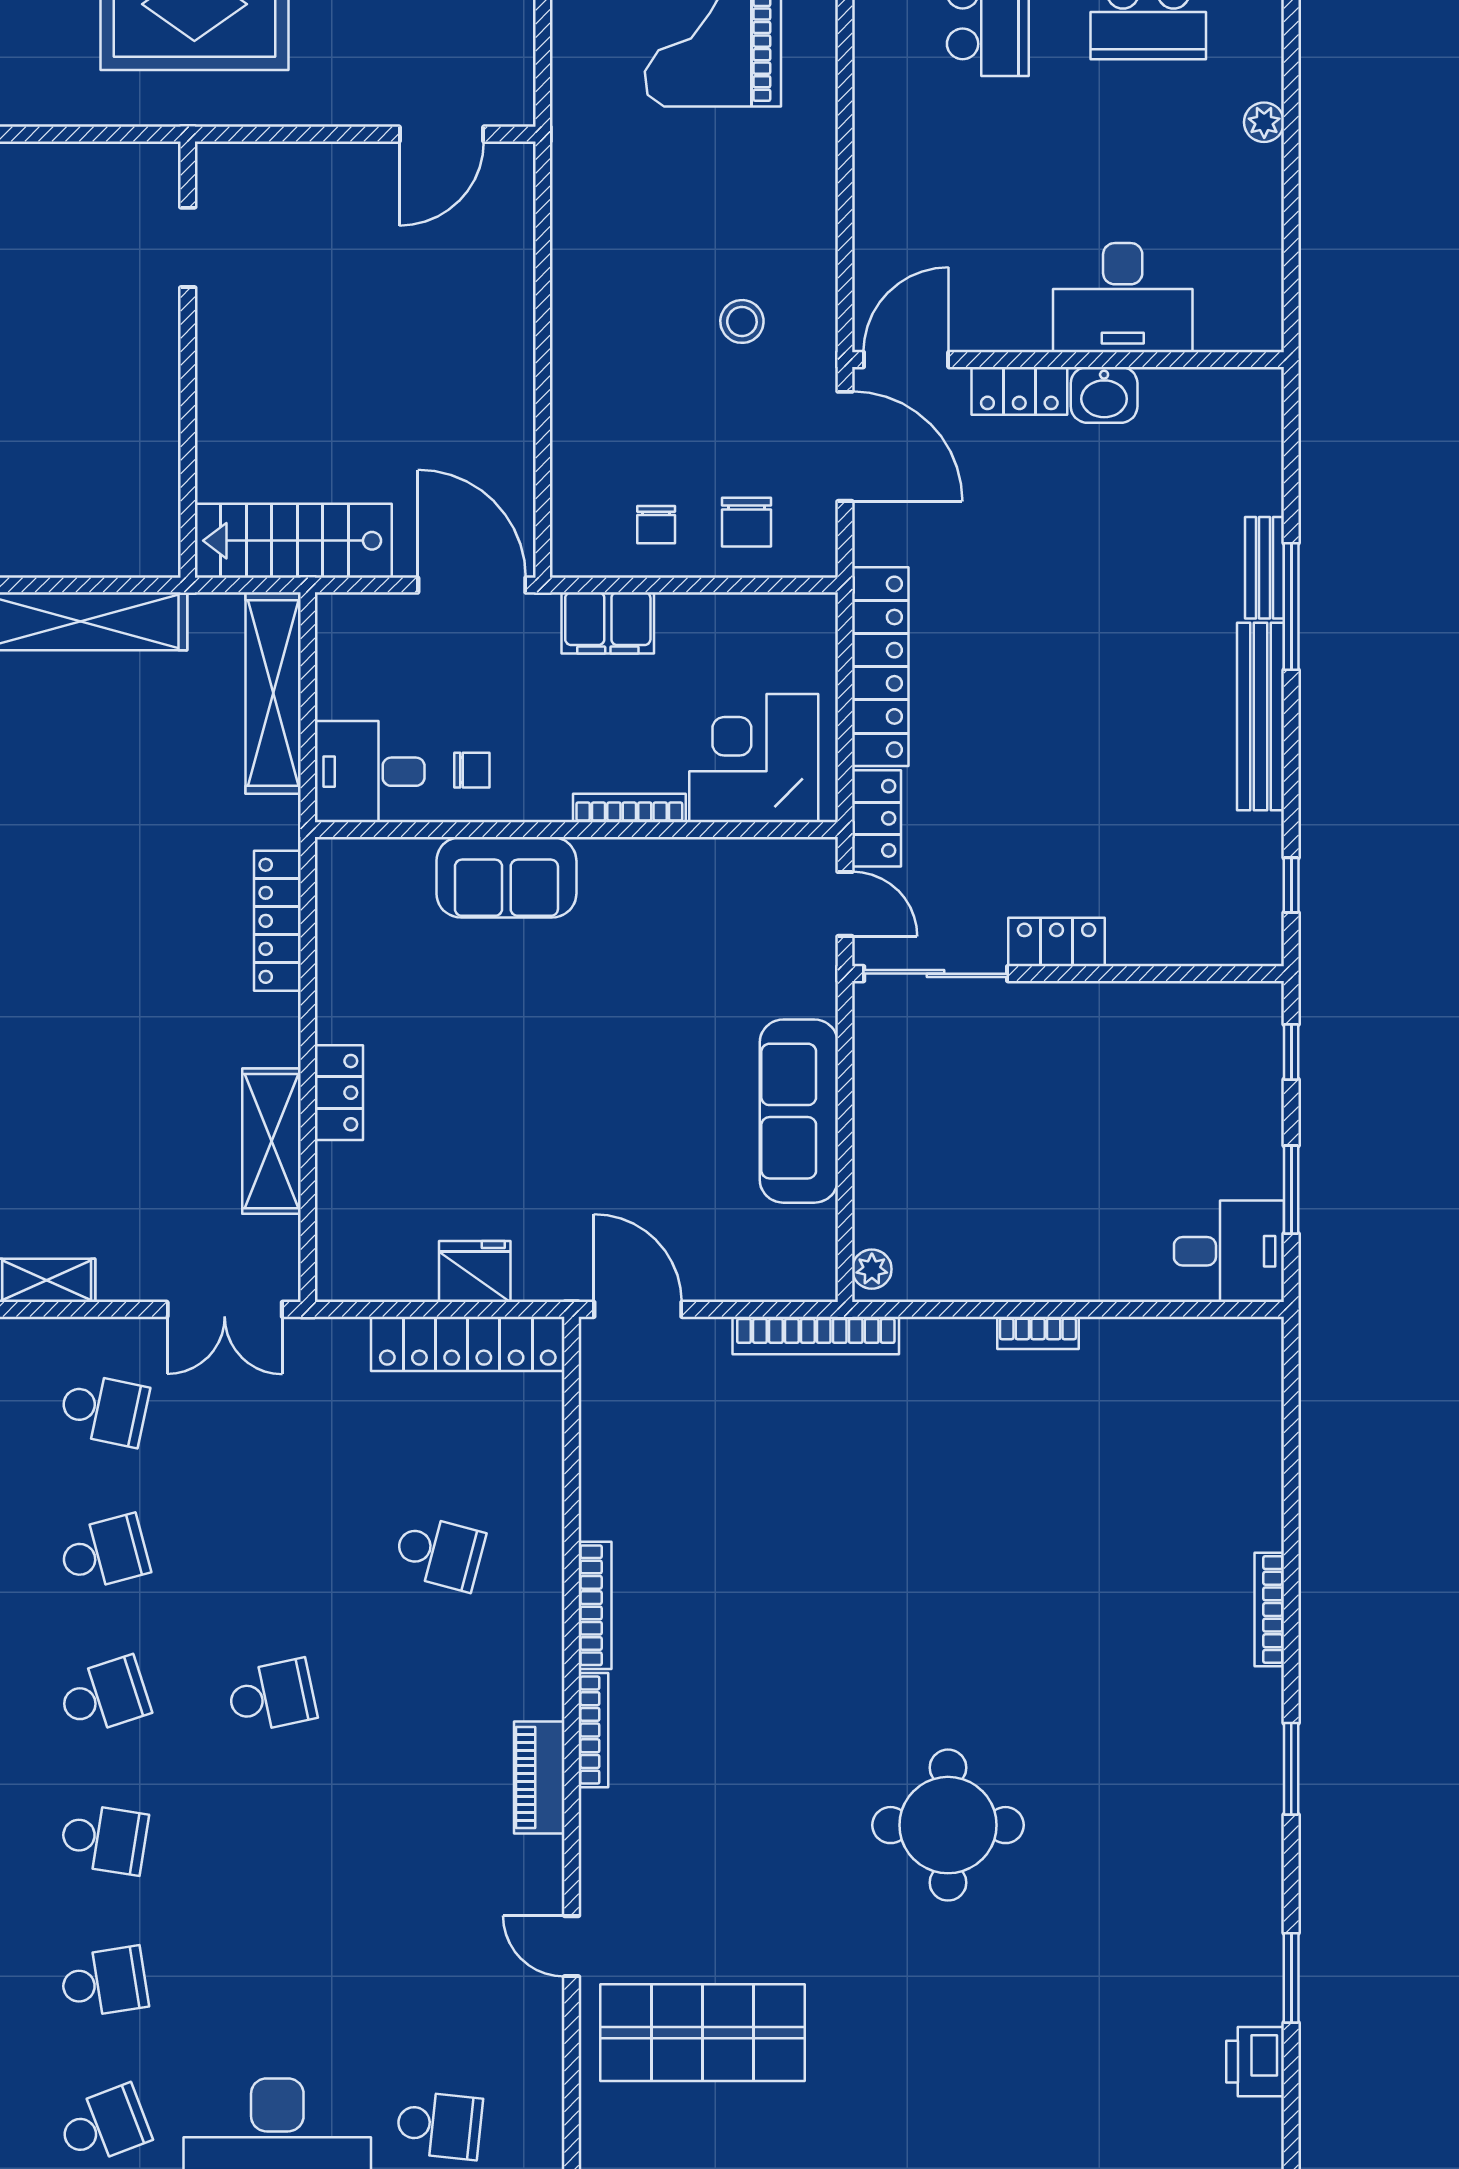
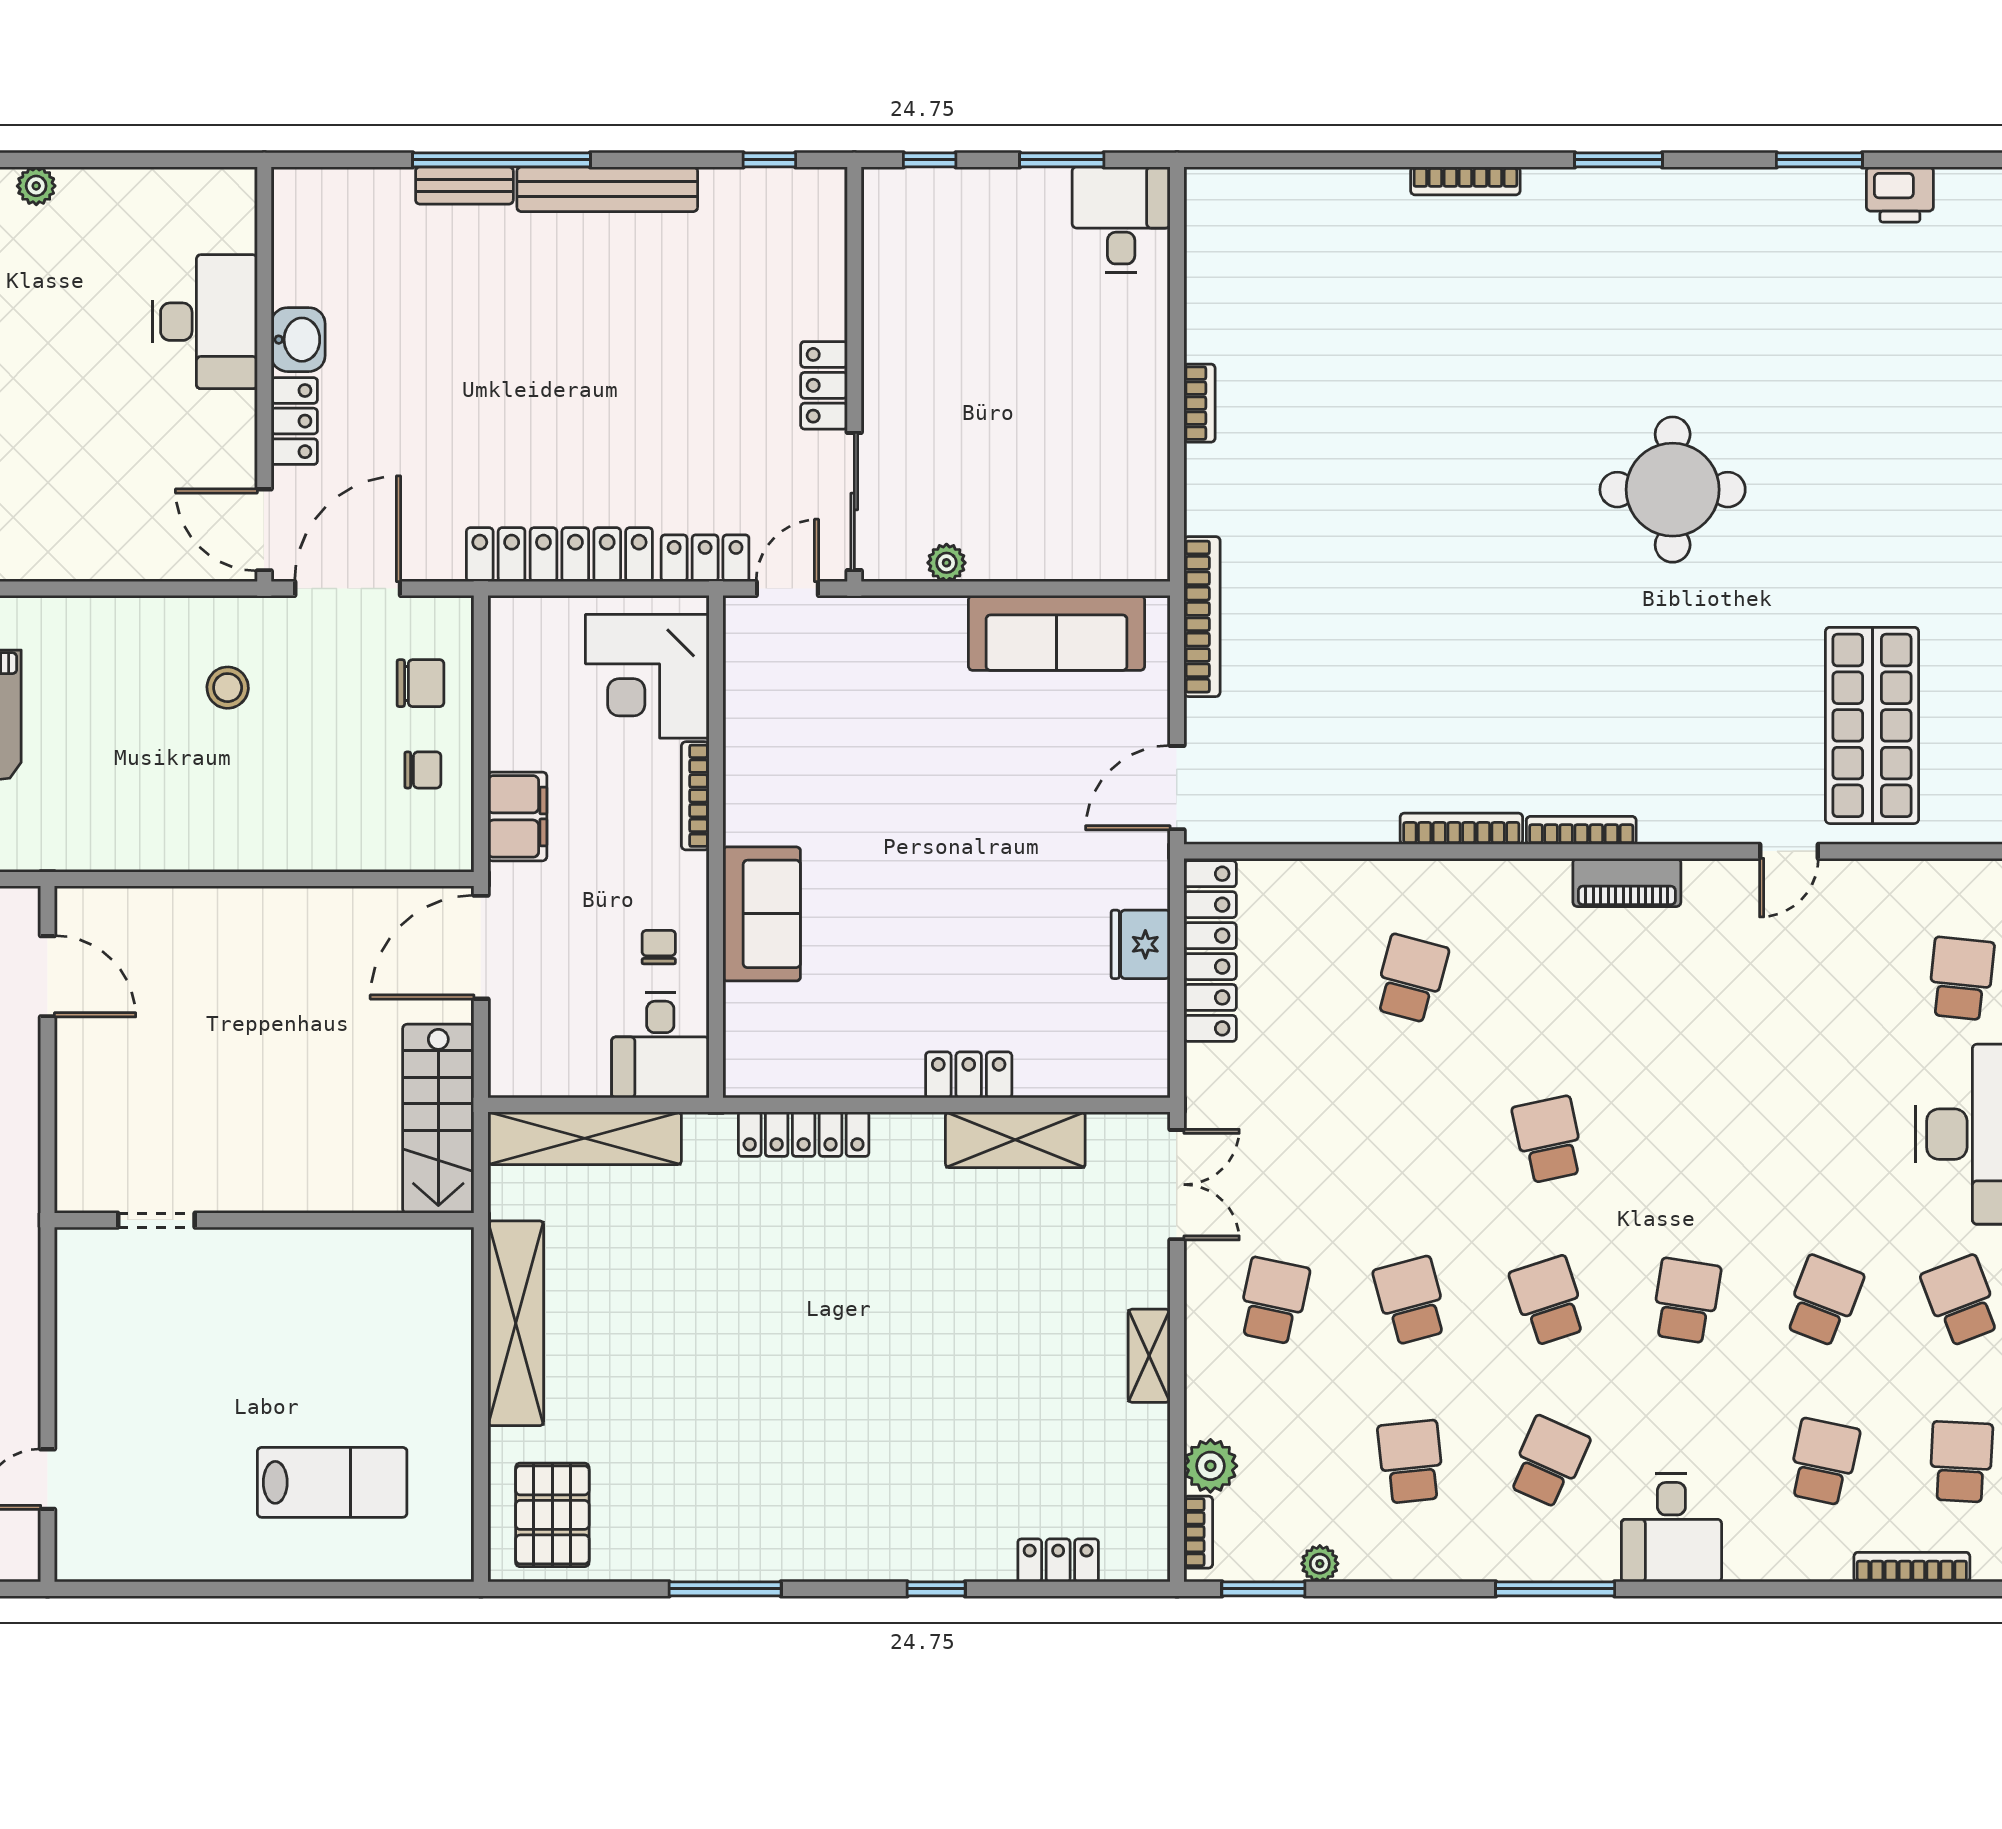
window: (1291, 607) -> (502, 160), width x1.46
sofa: (799, 1111) -> (1057, 633), moved
plant: (872, 1269) -> (946, 563), moved
school desk: (104, 1982) -> (1824, 1301), turned 30

